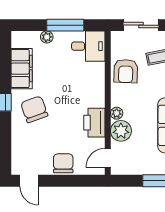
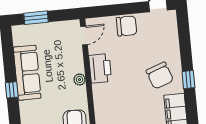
plant: (121, 131) -> (74, 63), removed
chair: (63, 163) -> (127, 26), turned -90

